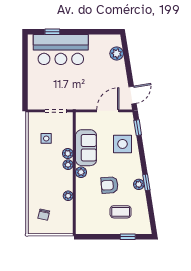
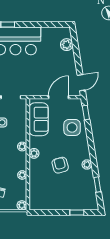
sofa: (86, 148) -> (39, 119), moved
plant: (68, 153) -> (22, 205), moved
window: (146, 182) -> (97, 184), moved
armchair: (110, 185) -> (60, 165), turned 79
coffee table: (121, 212) -> (70, 190), removed

